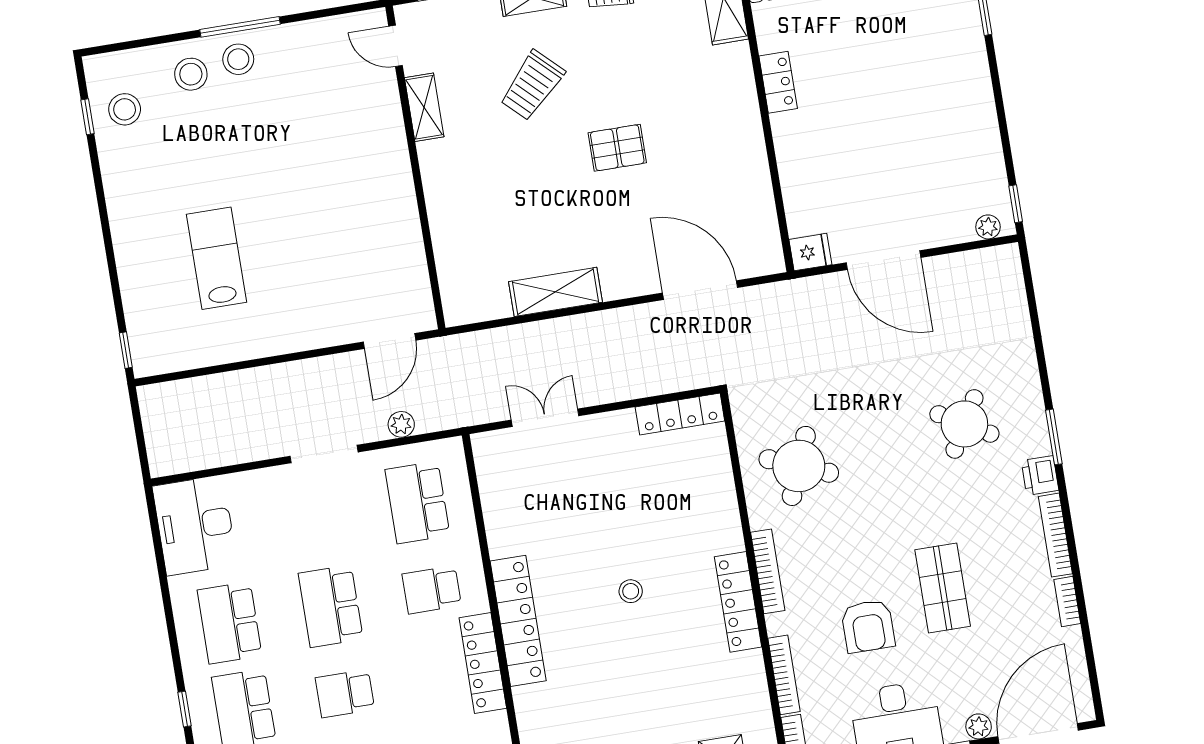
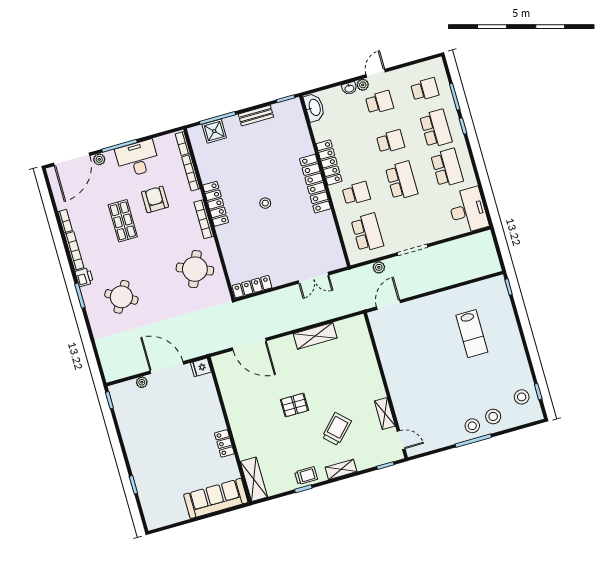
plant: (988, 227) -> (142, 382), moved

